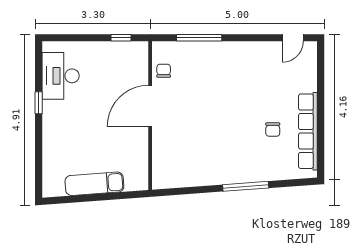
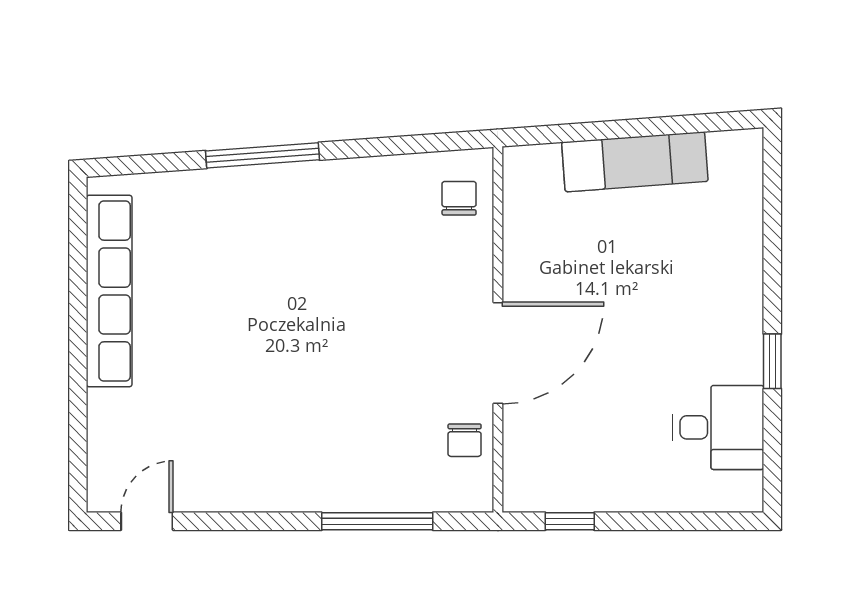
desk: (61, 76) -> (718, 427), width x0.73
chair: (273, 130) -> (459, 198), moved

